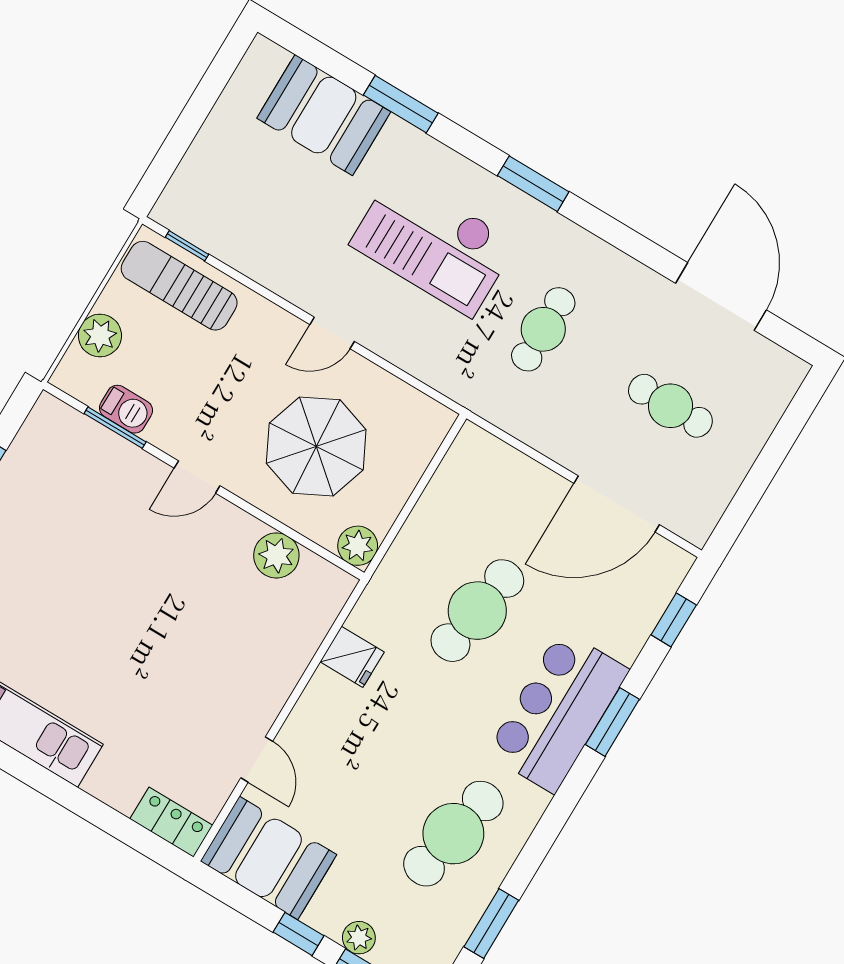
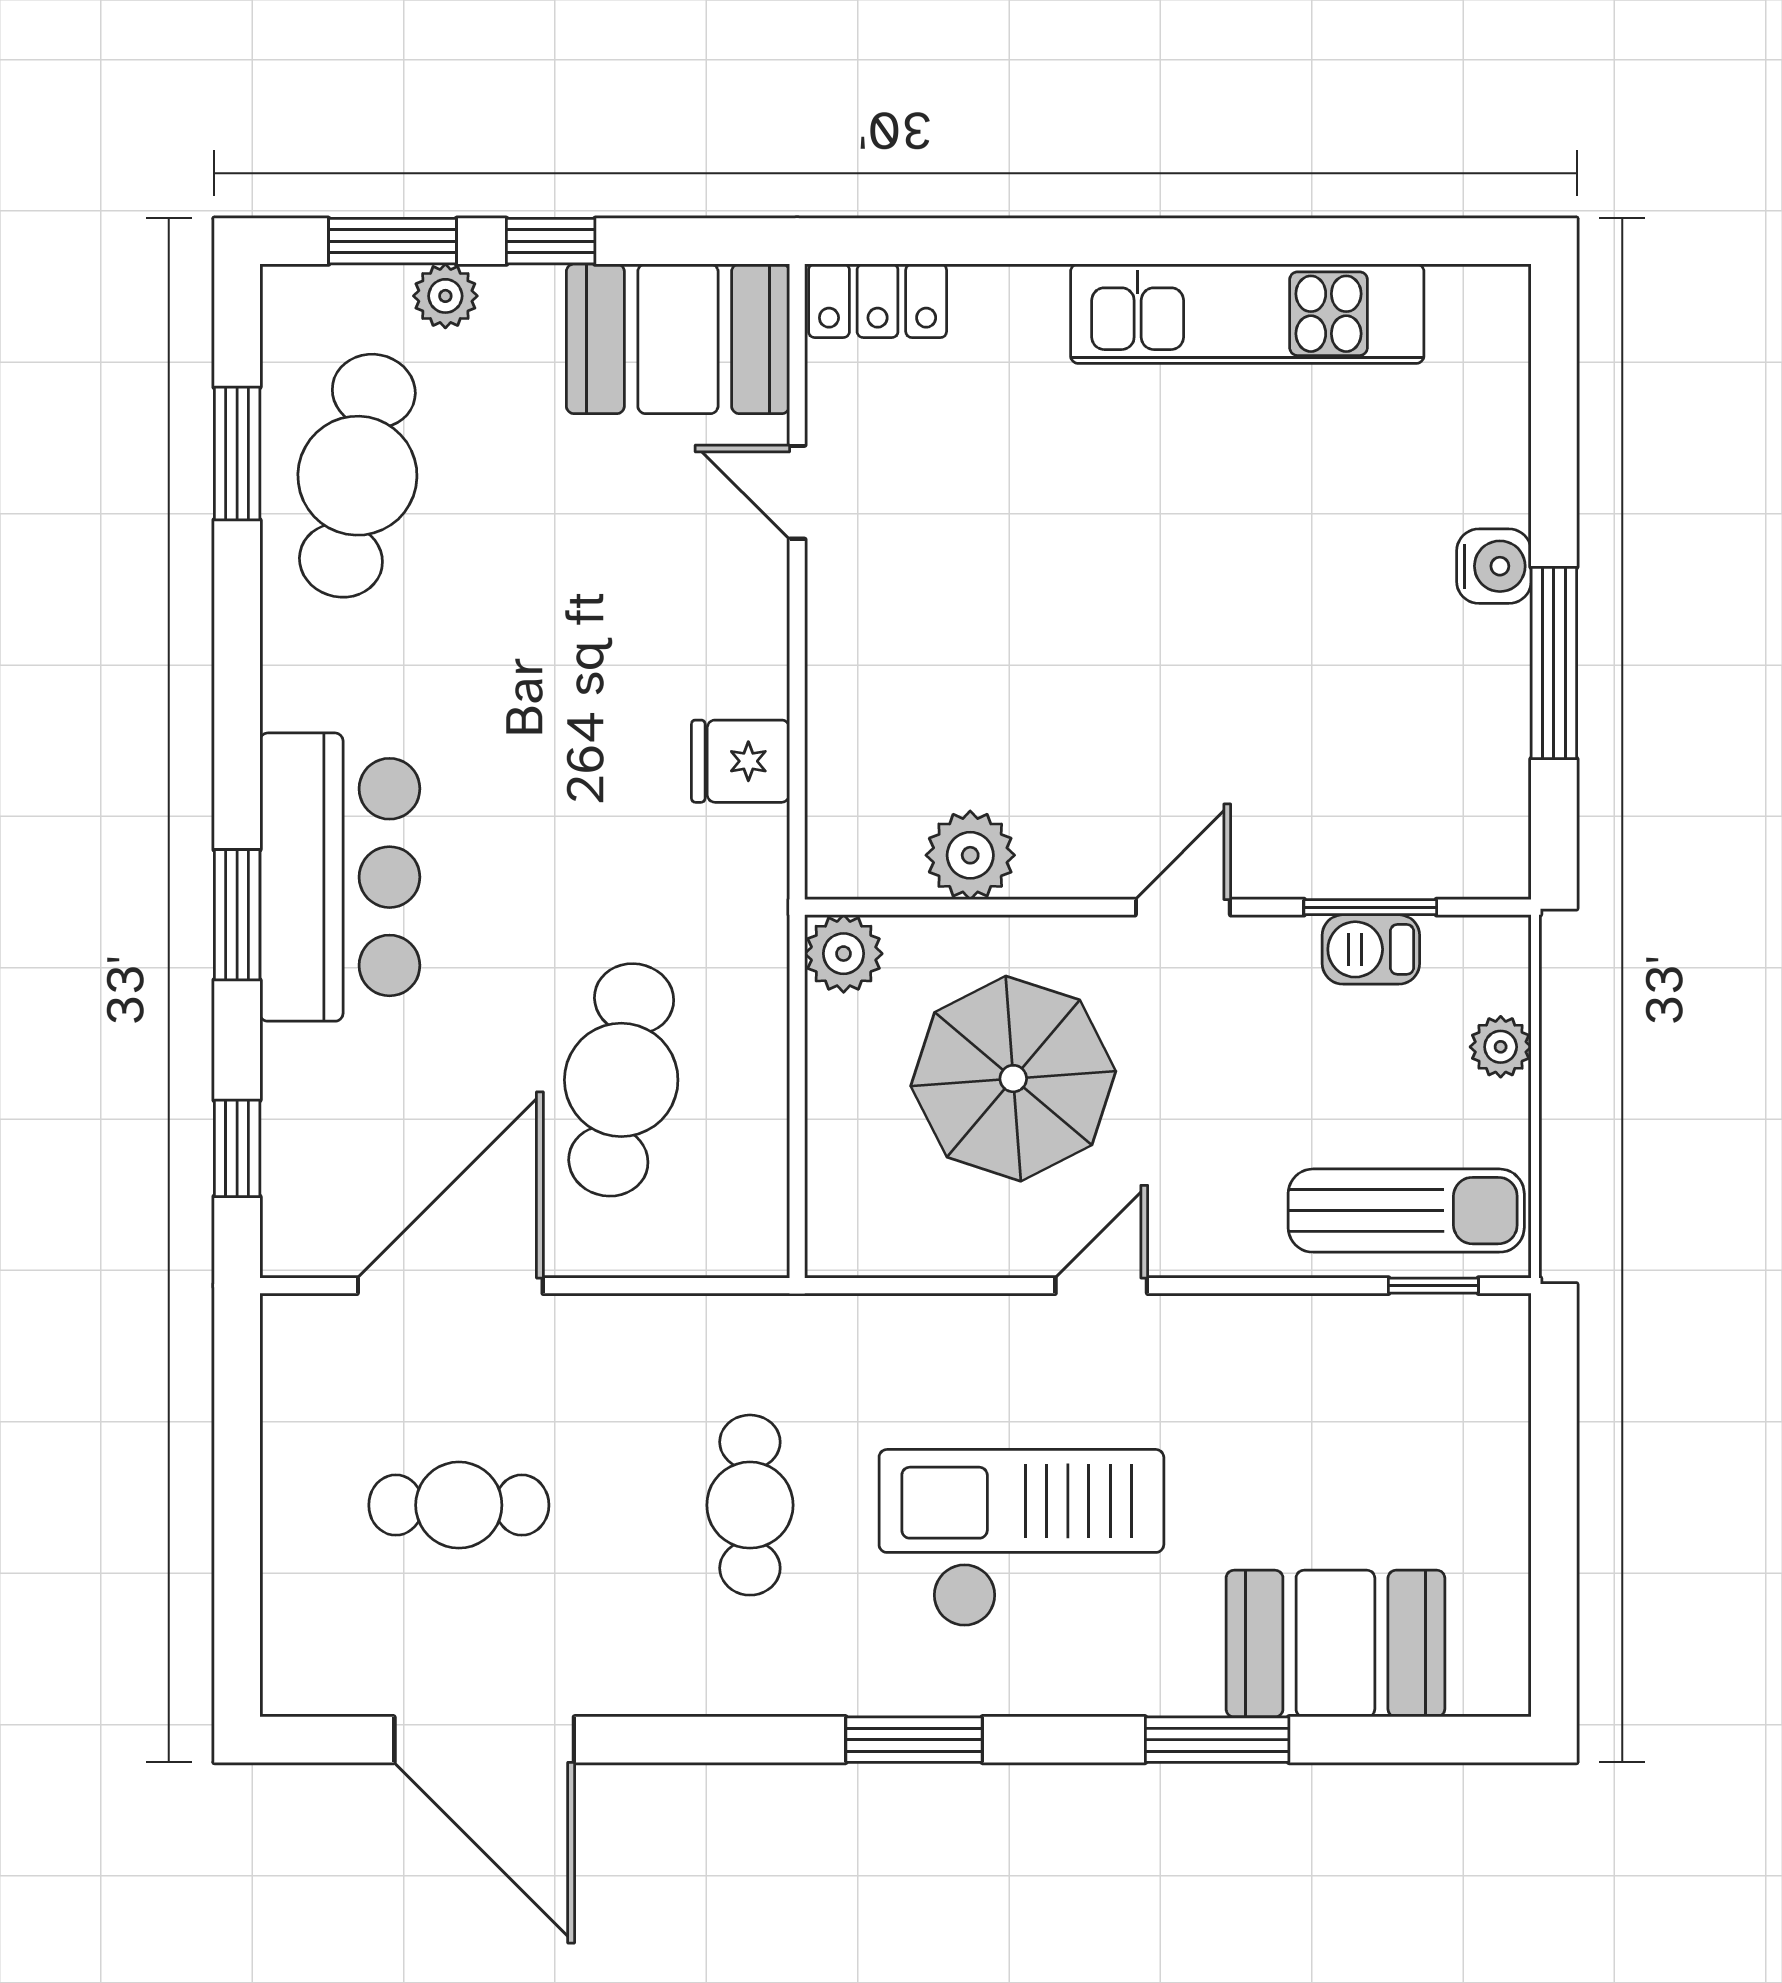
plant: (100, 335) -> (1501, 1047), width x0.73, depth x0.73
cafe table: (477, 611) -> (621, 1080), moved
cafe table: (453, 834) -> (357, 476), moved

